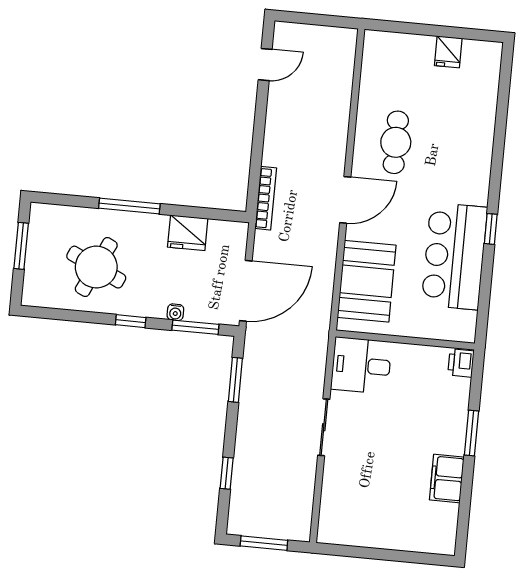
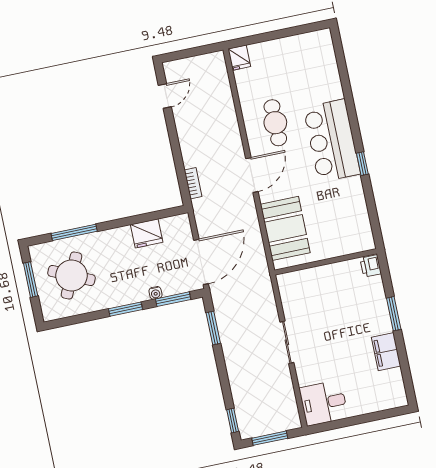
fridge: (448, 52) -> (239, 58), moved
bookcase: (266, 198) -> (193, 183), width x0.64
window: (129, 206) -> (74, 232), moved
bar counter: (454, 256) -> (332, 141), moved
round table: (96, 267) -> (72, 275), moved
window: (131, 321) -> (125, 309), width x1.50
desk: (361, 365) -> (324, 403), moved
window: (227, 473) -> (233, 421), moved

